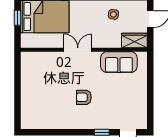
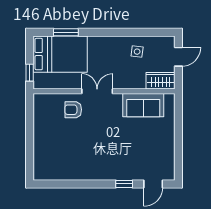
window: (18, 18) -> (30, 73), moved
armchair: (84, 97) -> (73, 110), moved

